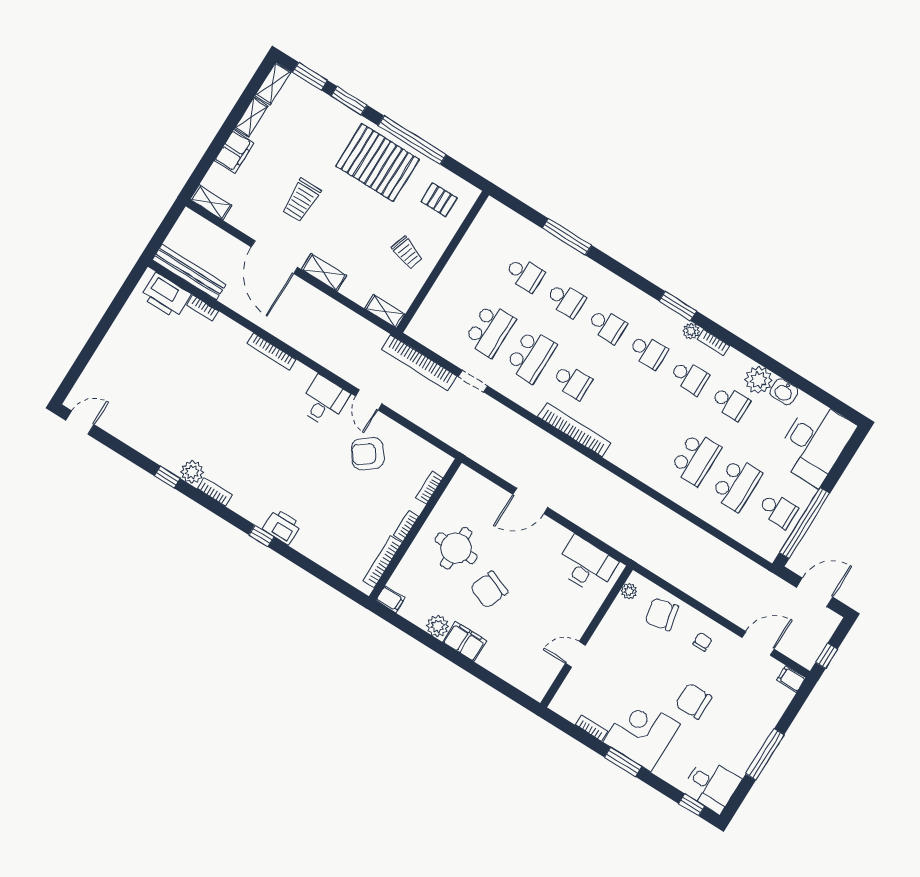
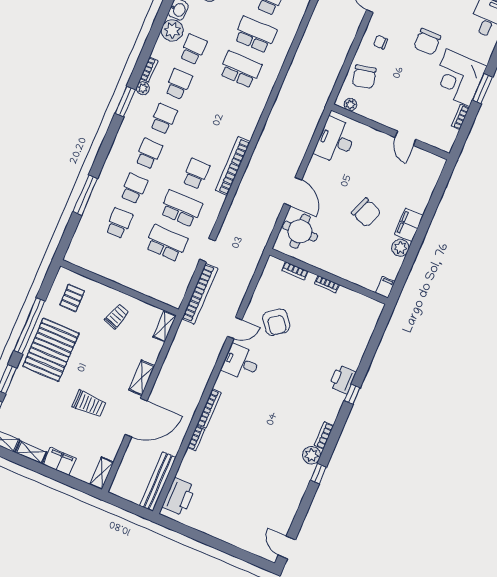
bookcase: (203, 308) -> (196, 438), moved
round table: (456, 548) -> (300, 231), moved
bookcase: (383, 562) -> (357, 298), removed

